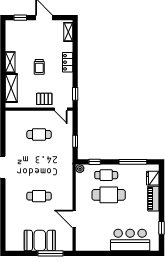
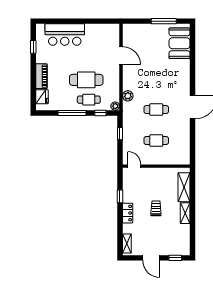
window: (75, 94) -> (120, 196), moved
pallet: (44, 99) -> (151, 176), removed
window: (133, 162) -> (72, 113), moved
plant: (67, 179) -> (128, 96), added
cafe table: (39, 196) -> (156, 110), moved
booth: (40, 241) -> (180, 43), moved, turned 90
window: (50, 253) -> (164, 21), moved

